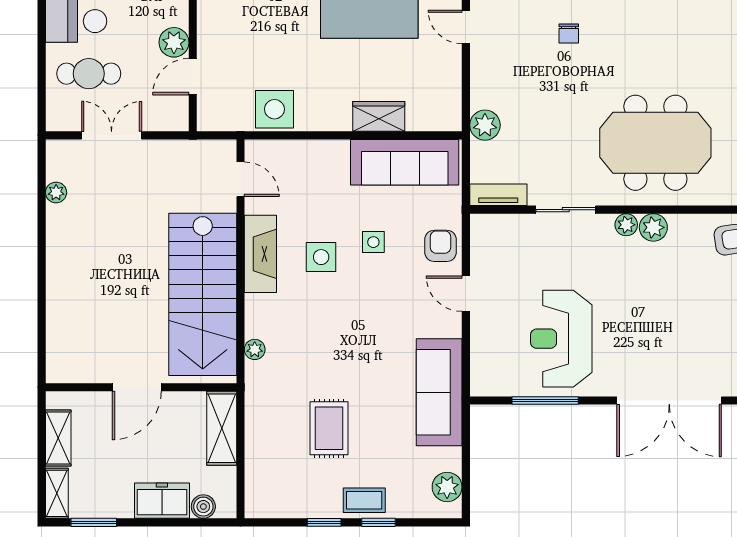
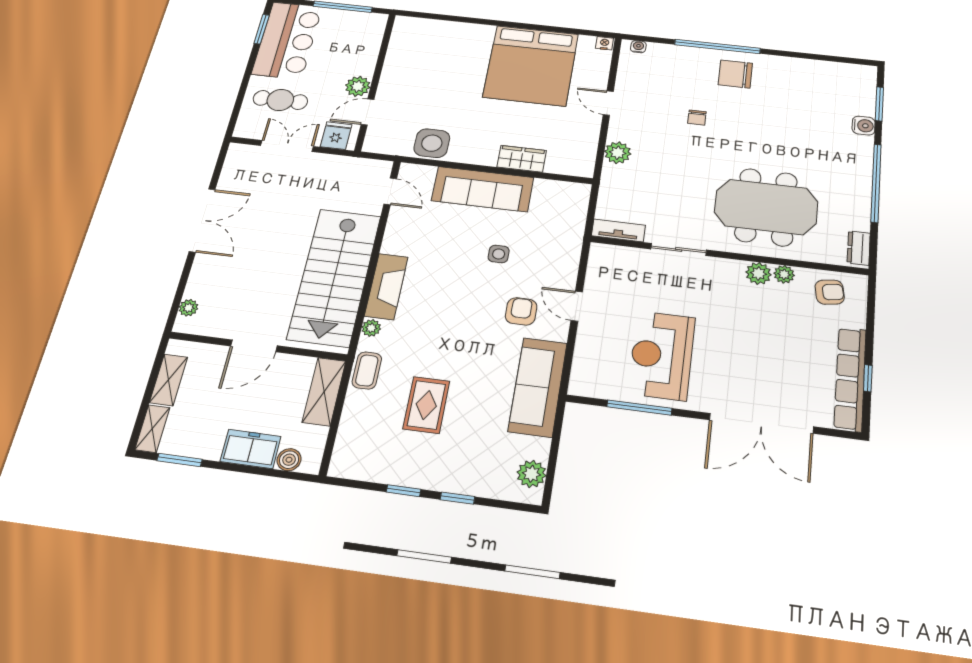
fridge: (164, 114) -> (336, 136), added
plant: (485, 125) -> (618, 153), moved
sofa: (405, 162) -> (483, 189), moved
plant: (56, 192) -> (188, 308), moved
plant: (626, 225) -> (784, 274), moved
double door: (42, 245) -> (202, 220), added
armchair: (441, 246) -> (521, 311), moved
fireplace: (260, 254) -> (386, 286), moved
side table: (321, 257) -> (449, 260), removed
coffee table: (364, 500) -> (367, 370), moved, turned 90

